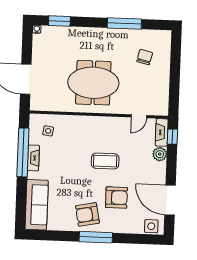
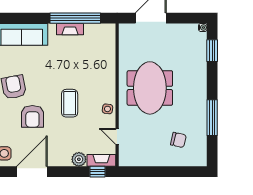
side table: (48, 131) -> (108, 109), moved

